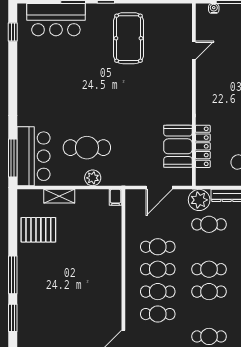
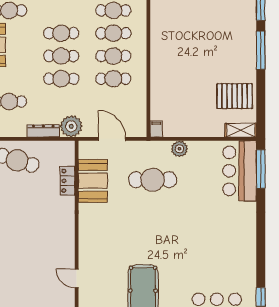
door: (194, 50) -> (77, 278), hinge flipped
locker: (203, 146) -> (67, 181), width x0.66
cafe table: (87, 148) -> (153, 180), moved
door: (159, 187) -> (112, 139), hinge flipped
shelving: (59, 196) -> (241, 130), moved
cafe table: (209, 224) -> (61, 79), moved

